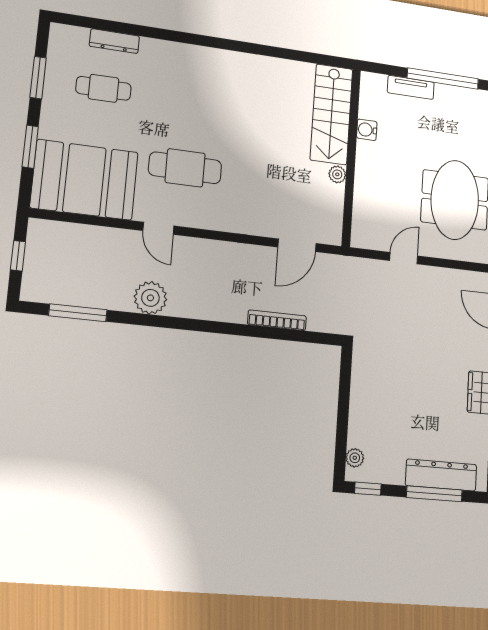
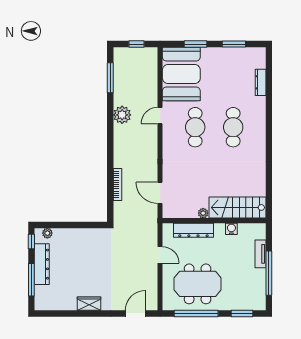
cafe table: (103, 88) -> (233, 127), moved, width x1.37, depth x1.35
dresser: (365, 195) -> (193, 230), added
dresser: (441, 475) -> (42, 264), moved

